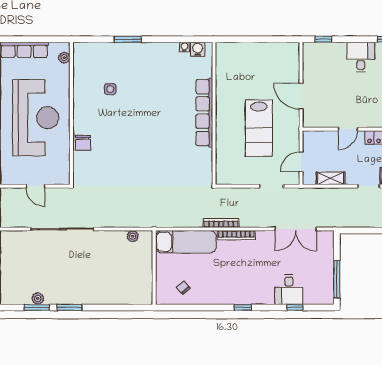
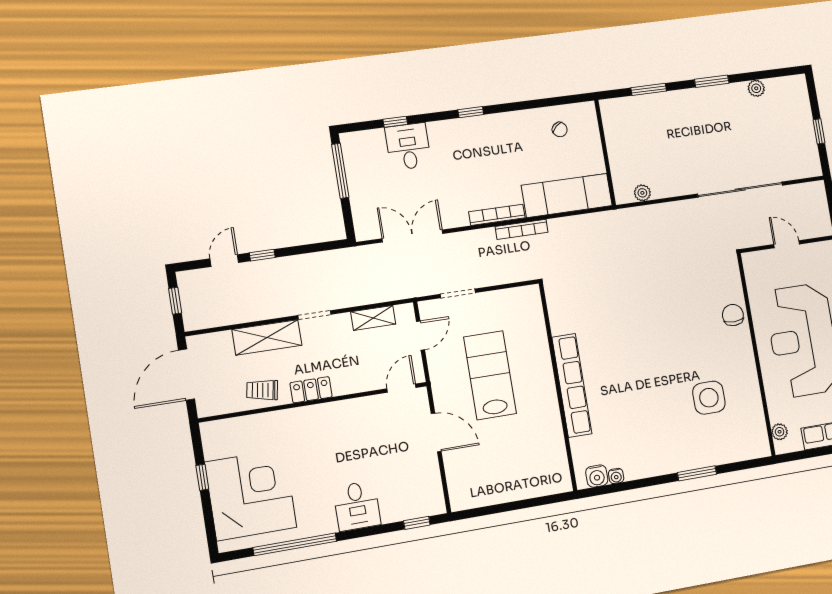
side table: (110, 89) -> (709, 398), width x1.87, depth x1.87
door: (348, 129) -> (401, 388), moved
window: (37, 307) -> (649, 89), moved

